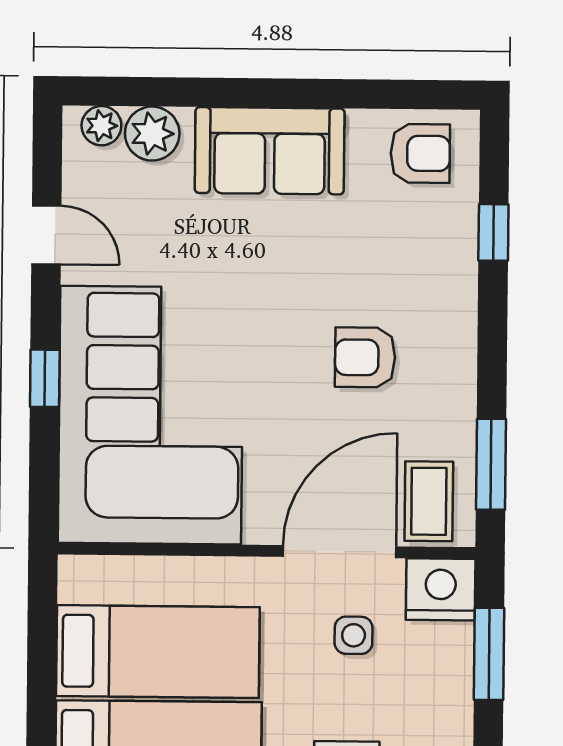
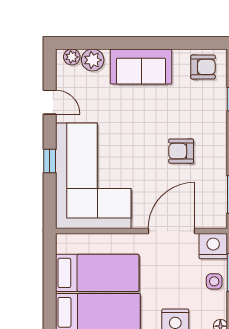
coffee table: (429, 501) -> (208, 210), removed
side table: (354, 635) -> (214, 281), moved

